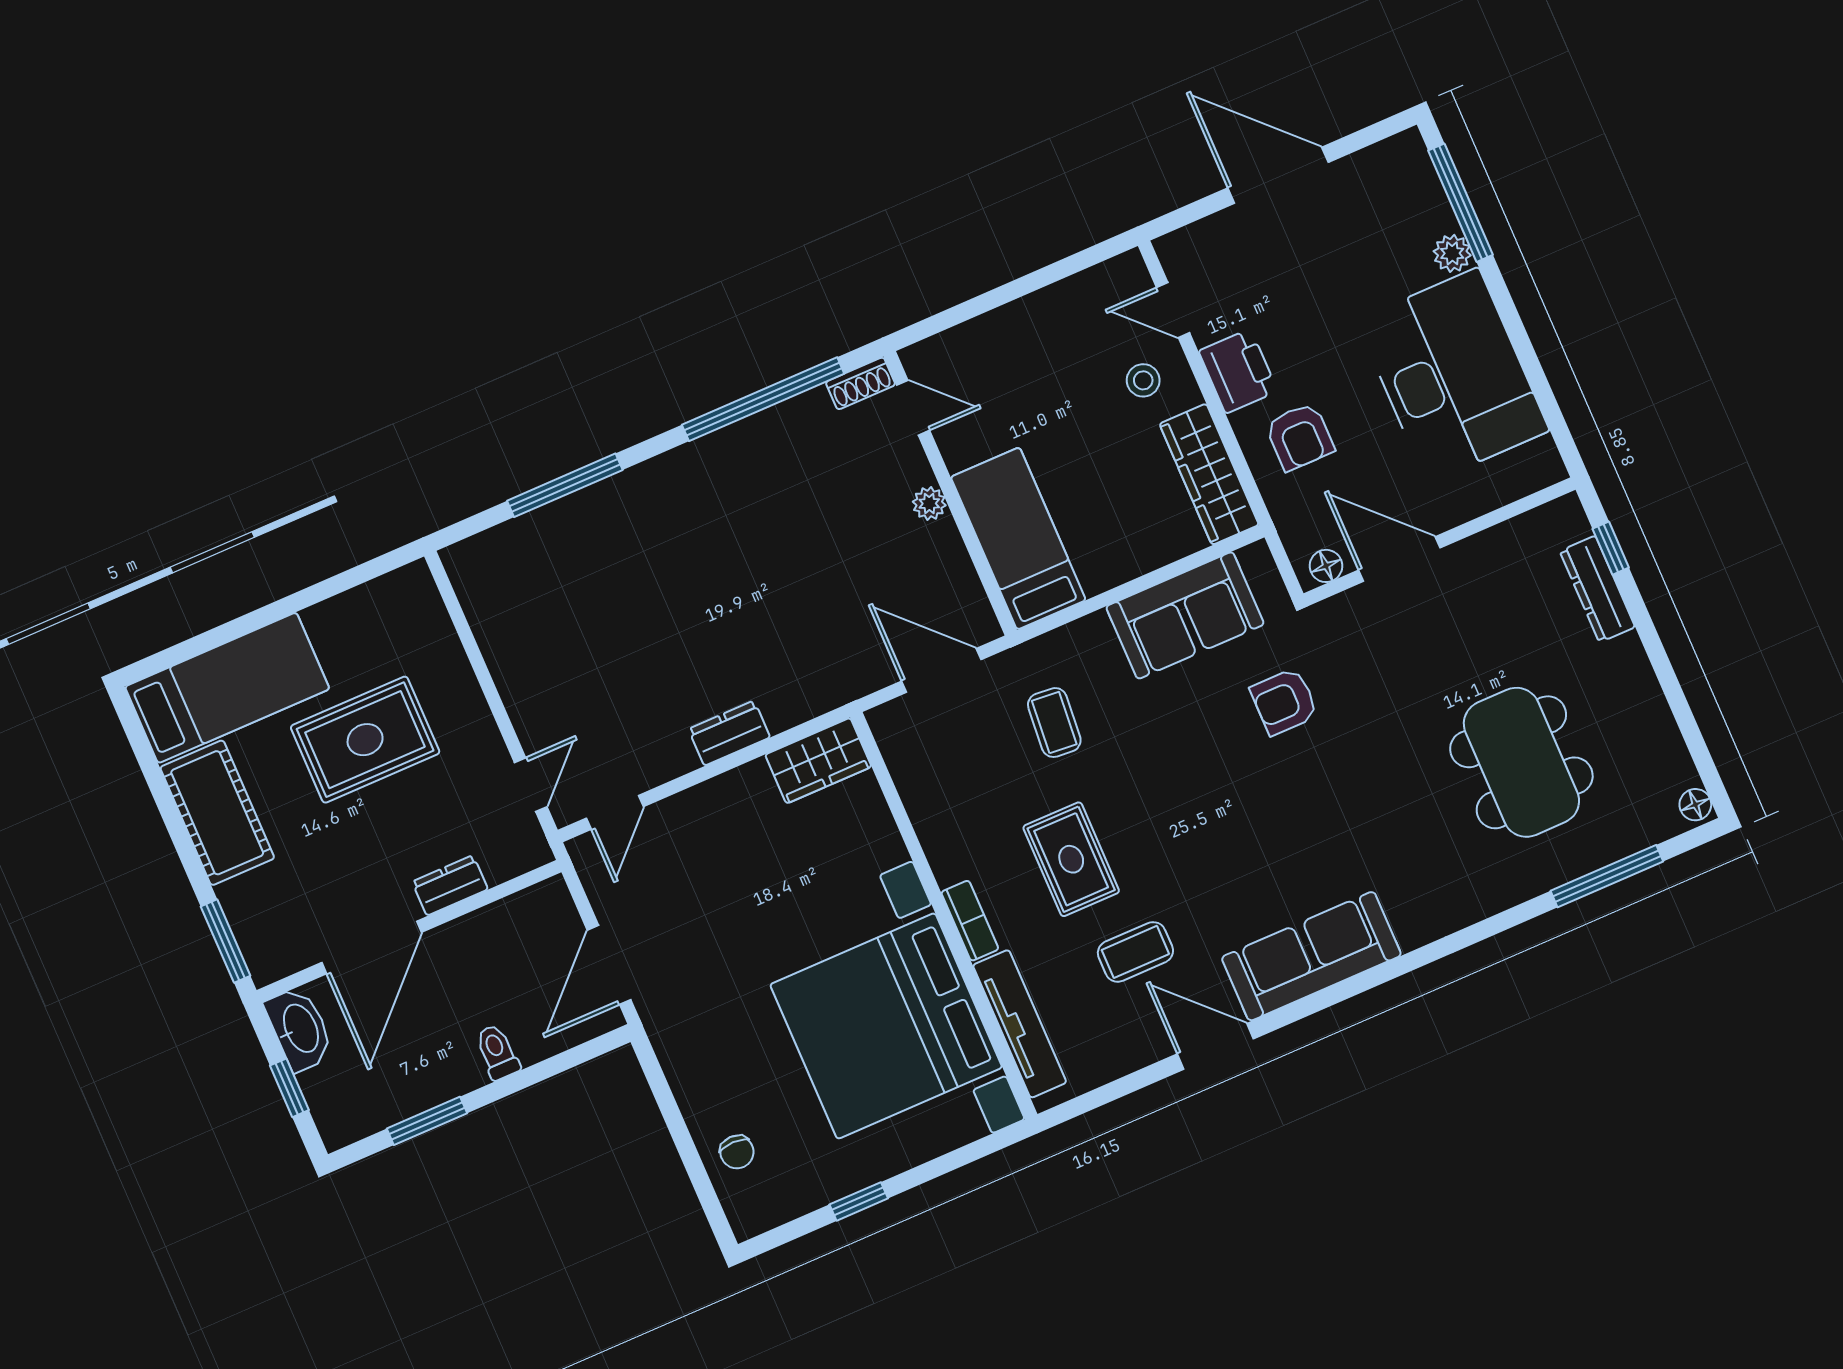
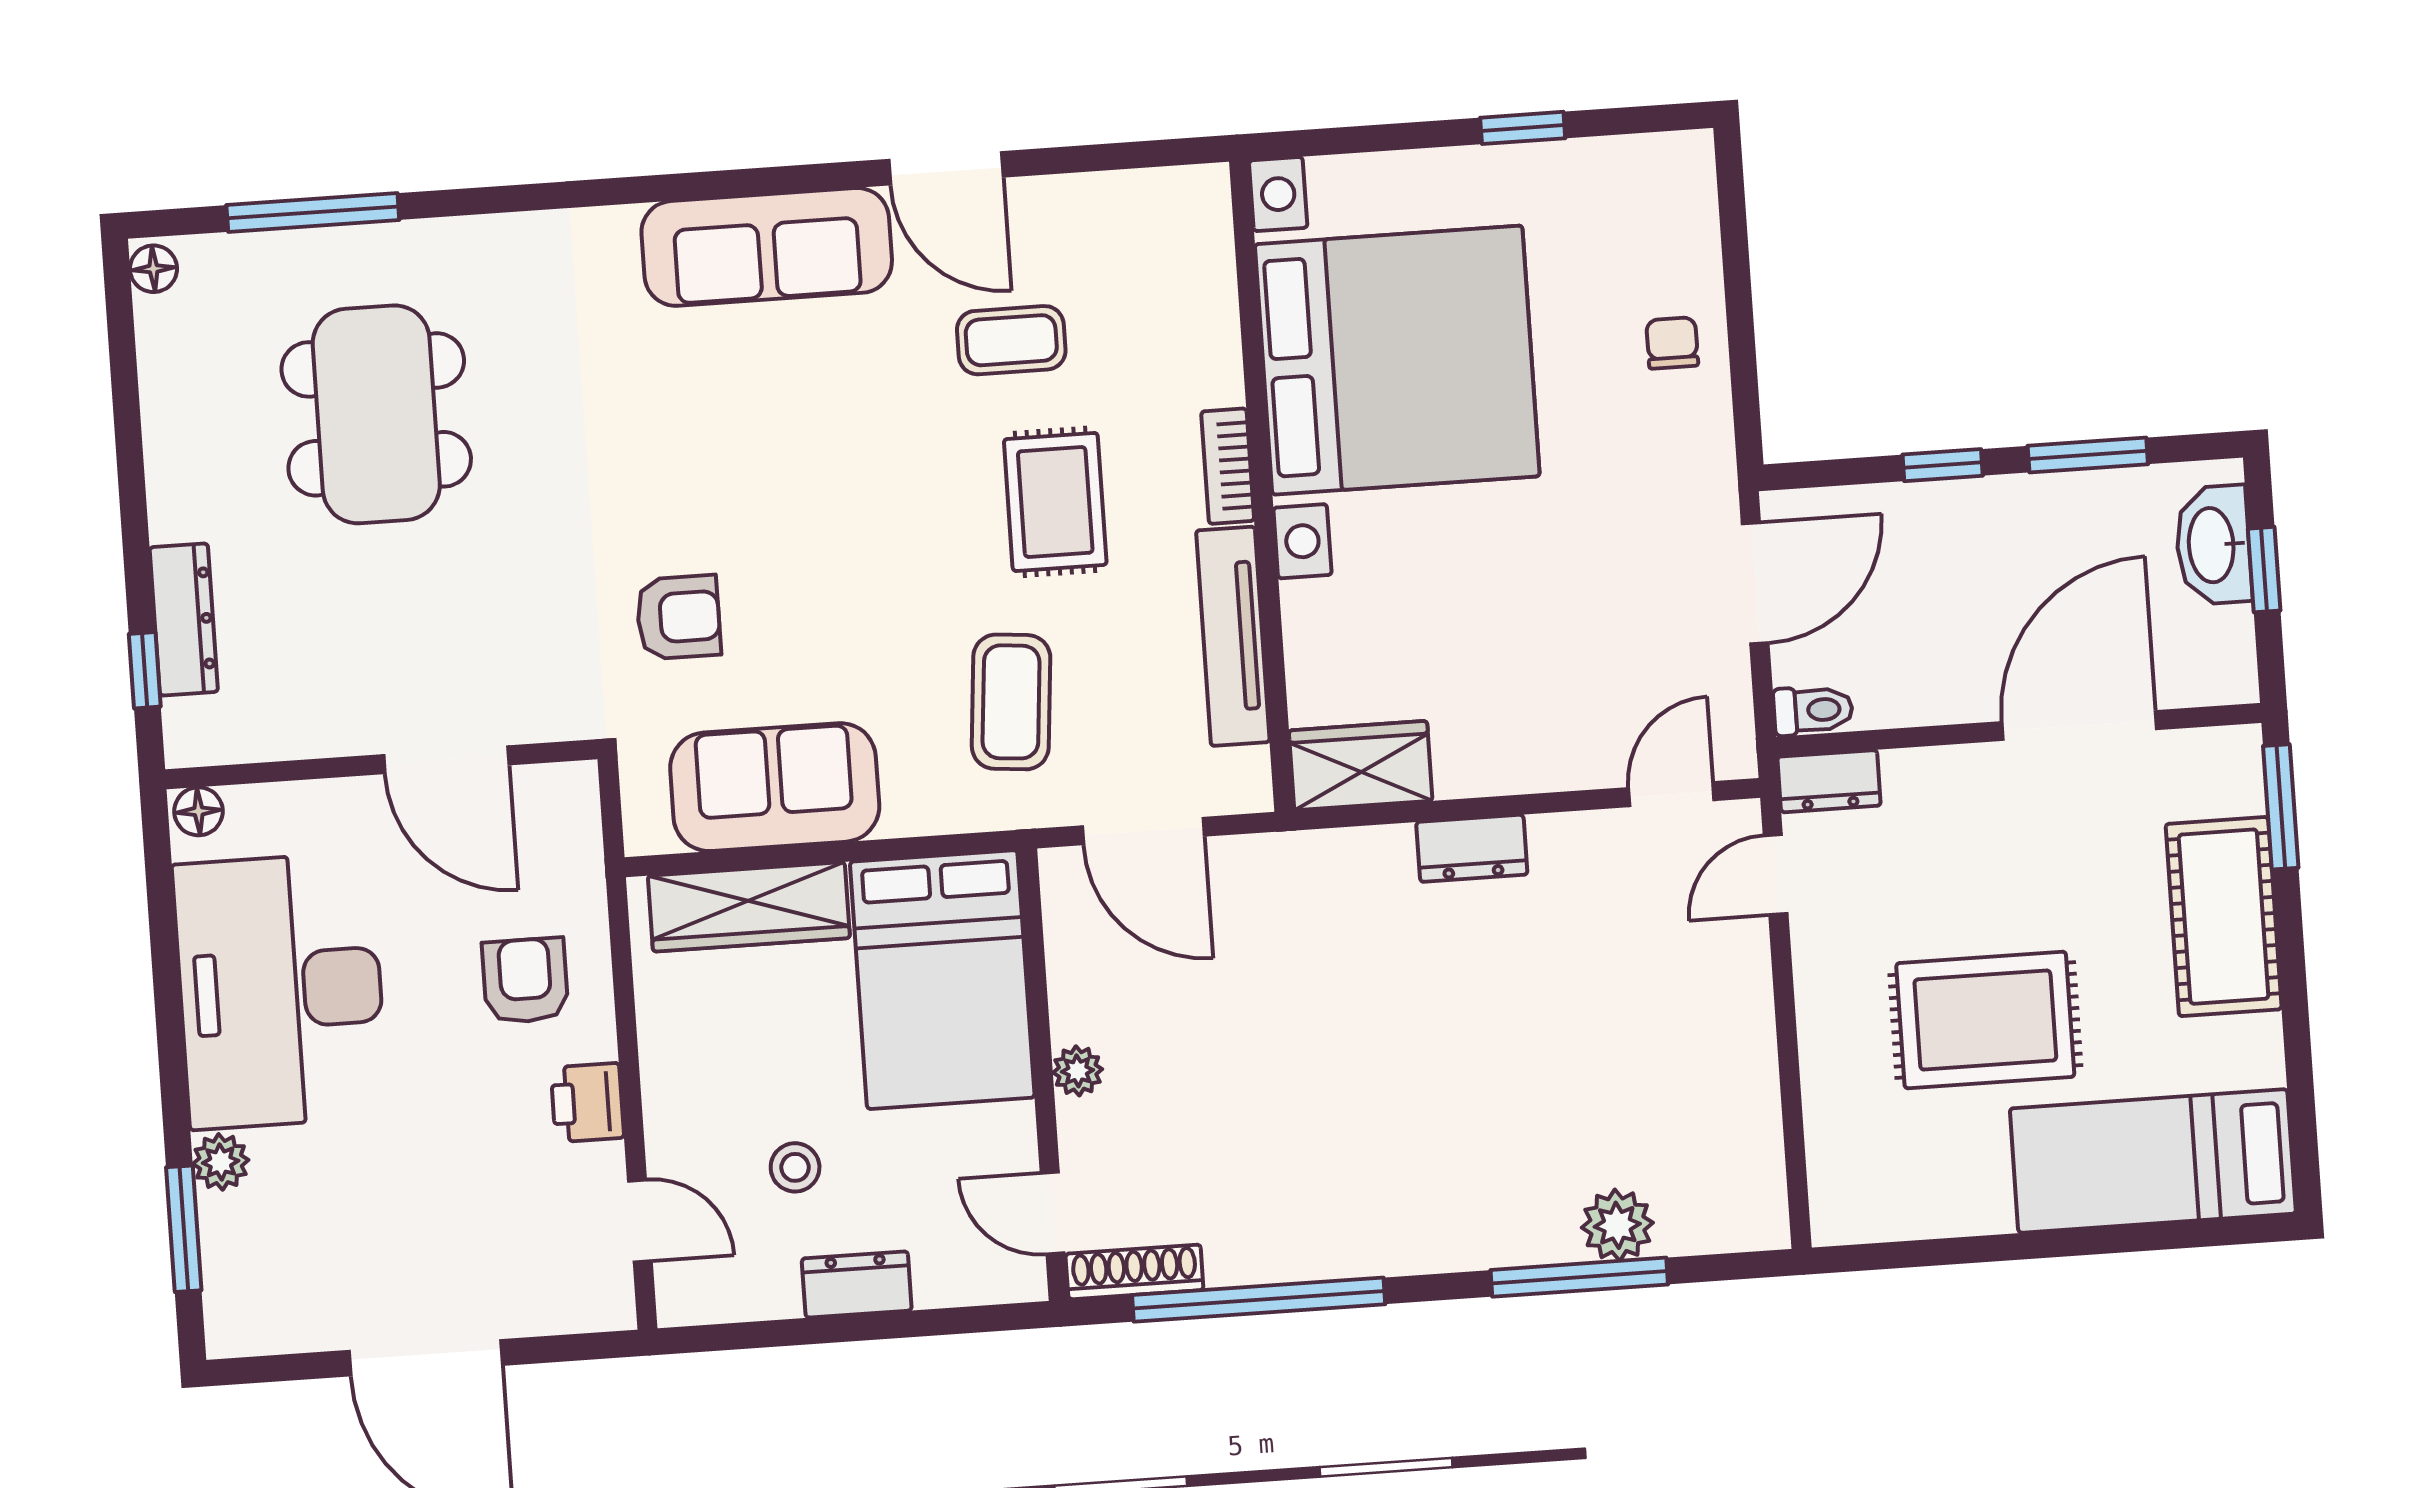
window: (1461, 203) -> (184, 1229), width x0.69
dresser: (1021, 318) -> (857, 1284), added
printer: (1238, 371) -> (587, 1103), width x0.73, depth x0.81
stool: (1143, 380) -> (795, 1167), moved
shoe rack: (861, 383) -> (1134, 1272), width x1.43
wardrobe: (1209, 474) -> (749, 907), moved, turned 90
plant: (552, 527) -> (1617, 1225), added
bed: (1018, 538) -> (942, 980), width x1.50
floor lamp: (1326, 566) -> (199, 811), moved
coffee table: (1054, 723) -> (1011, 702), width x1.36, depth x1.30
cot: (217, 813) -> (2224, 917), moved
dresser: (450, 885) -> (1829, 781), moved
tv unit: (1020, 1024) -> (1233, 636), moved
washbasin: (300, 1029) -> (2213, 545), moved
toilet: (497, 1052) -> (1813, 710), moved, turned -90
window: (517, 1082) -> (1943, 465), added
chair: (737, 1152) -> (1672, 343), moved

